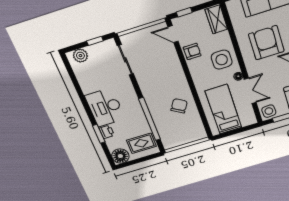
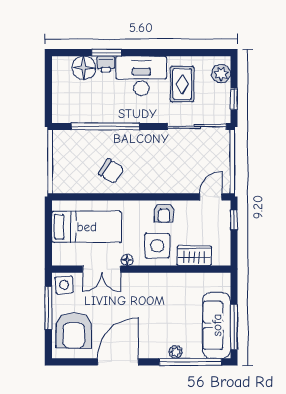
wardrobe: (216, 19) -> (194, 256), moved
armchair: (266, 43) -> (161, 308), removed
armchair: (192, 51) -> (164, 213), moved
sliding door: (125, 60) -> (197, 126), width x1.37
rug: (141, 143) -> (182, 84), moved
floor lamp: (120, 156) -> (84, 68), moved

